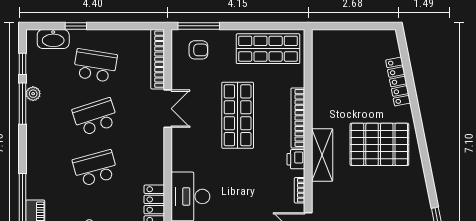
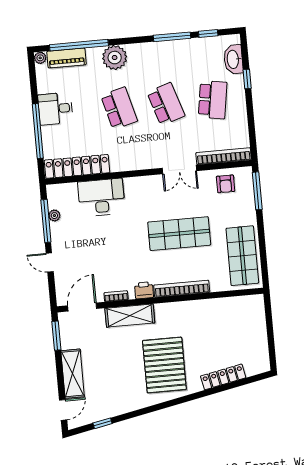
armchair: (198, 50) -> (226, 184), moved
plant: (33, 94) -> (115, 58), moved, width x1.88, depth x1.88
shelving: (322, 155) -> (130, 316), moved

